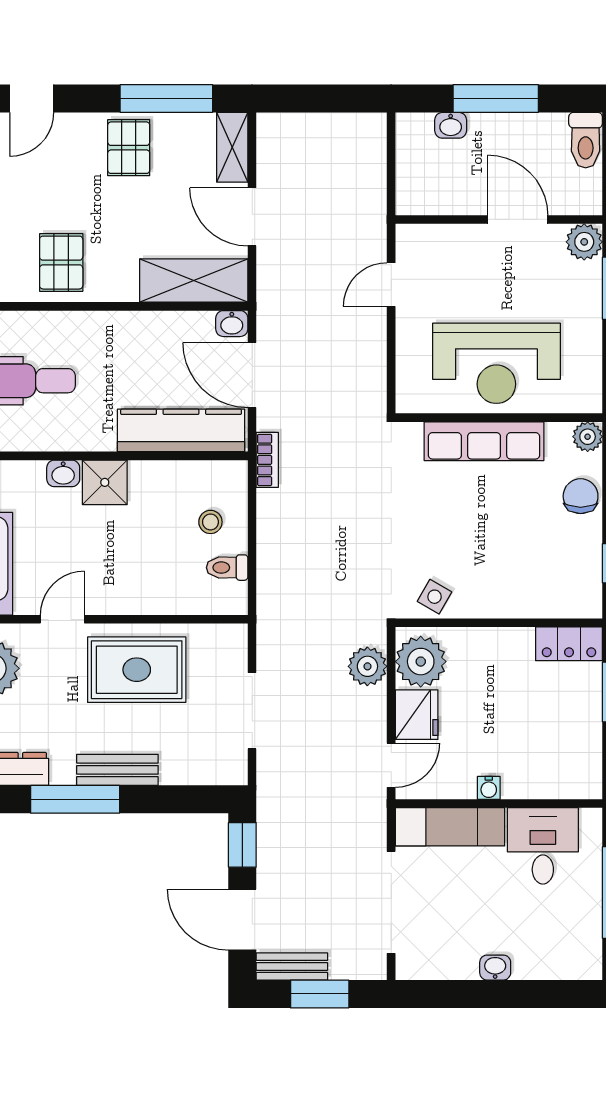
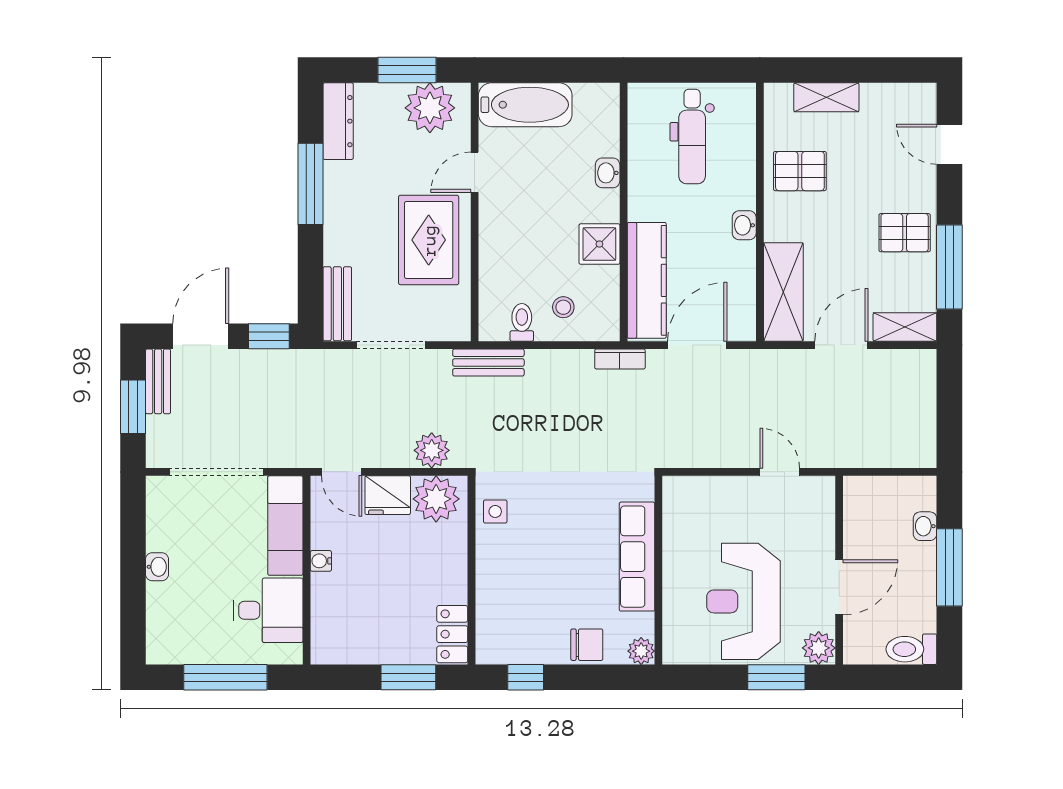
washbasin: (232, 324) -> (744, 225), moved
reception desk: (496, 363) -> (743, 601), moved
shower: (105, 482) -> (599, 244), moved
side table: (435, 597) -> (495, 511), turned -30
bench: (271, 604) -> (488, 363), added
door: (62, 619) -> (475, 172), swing flipped
bench: (117, 770) -> (337, 304), moved

